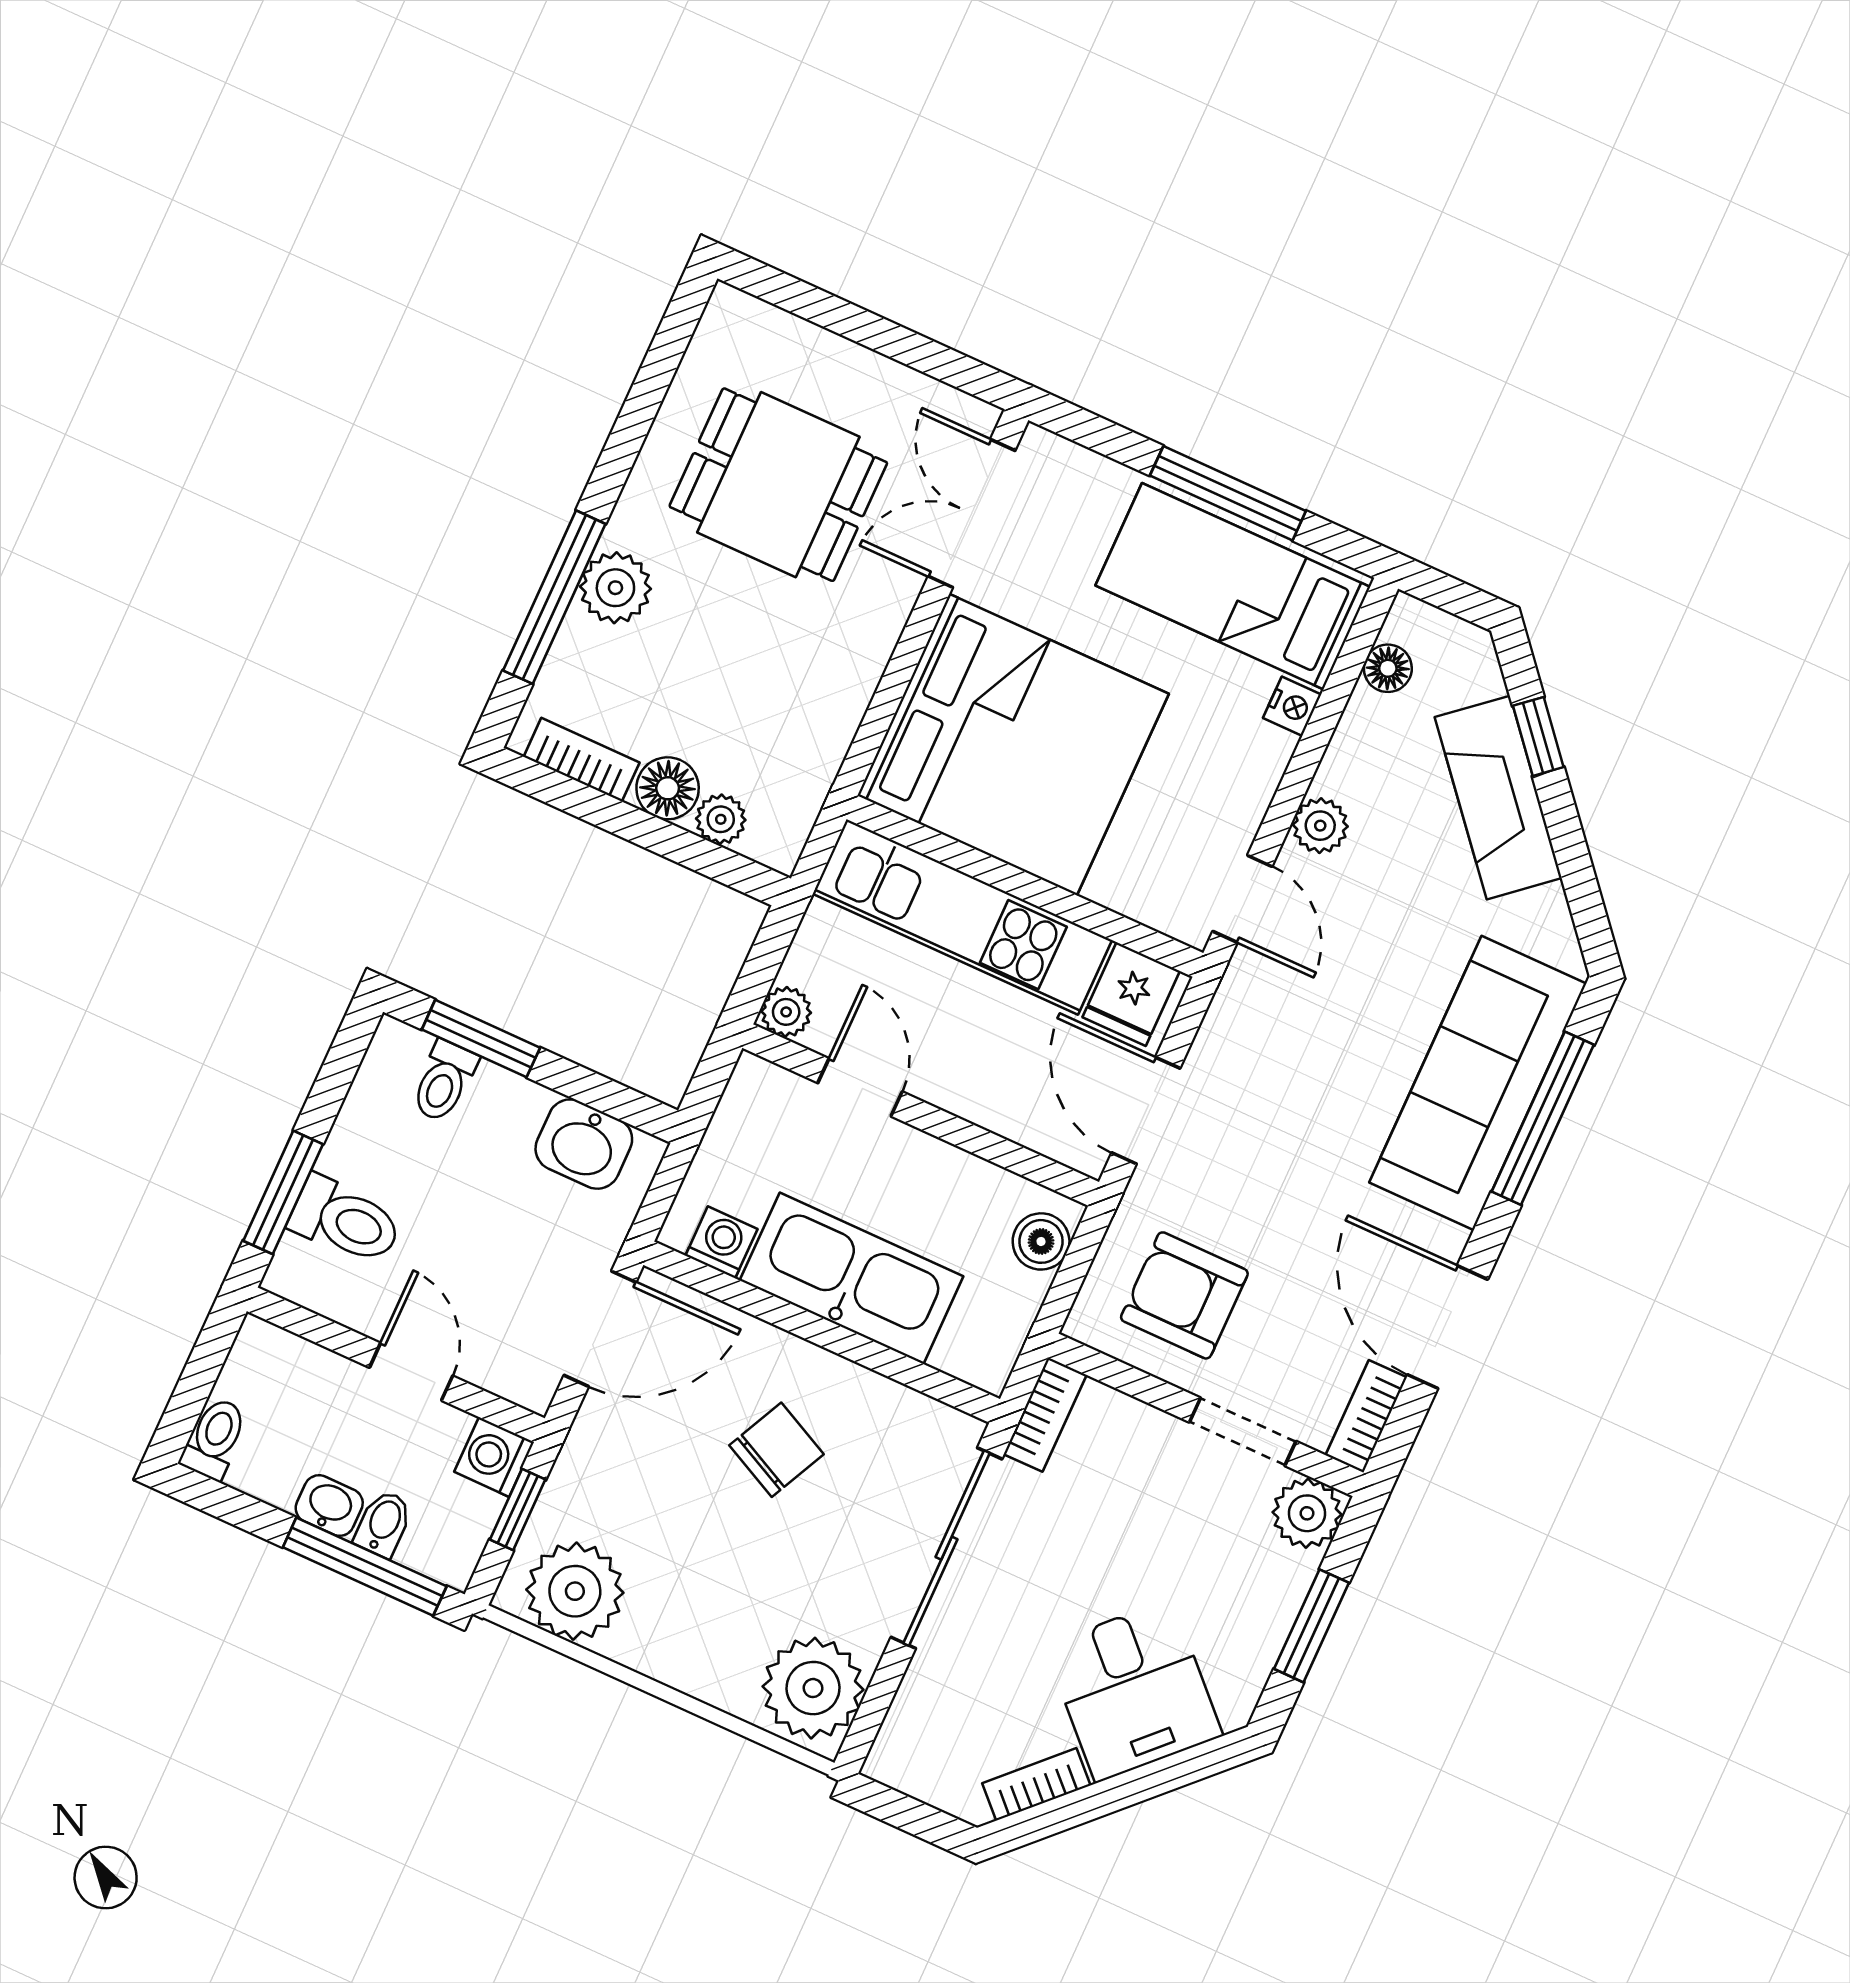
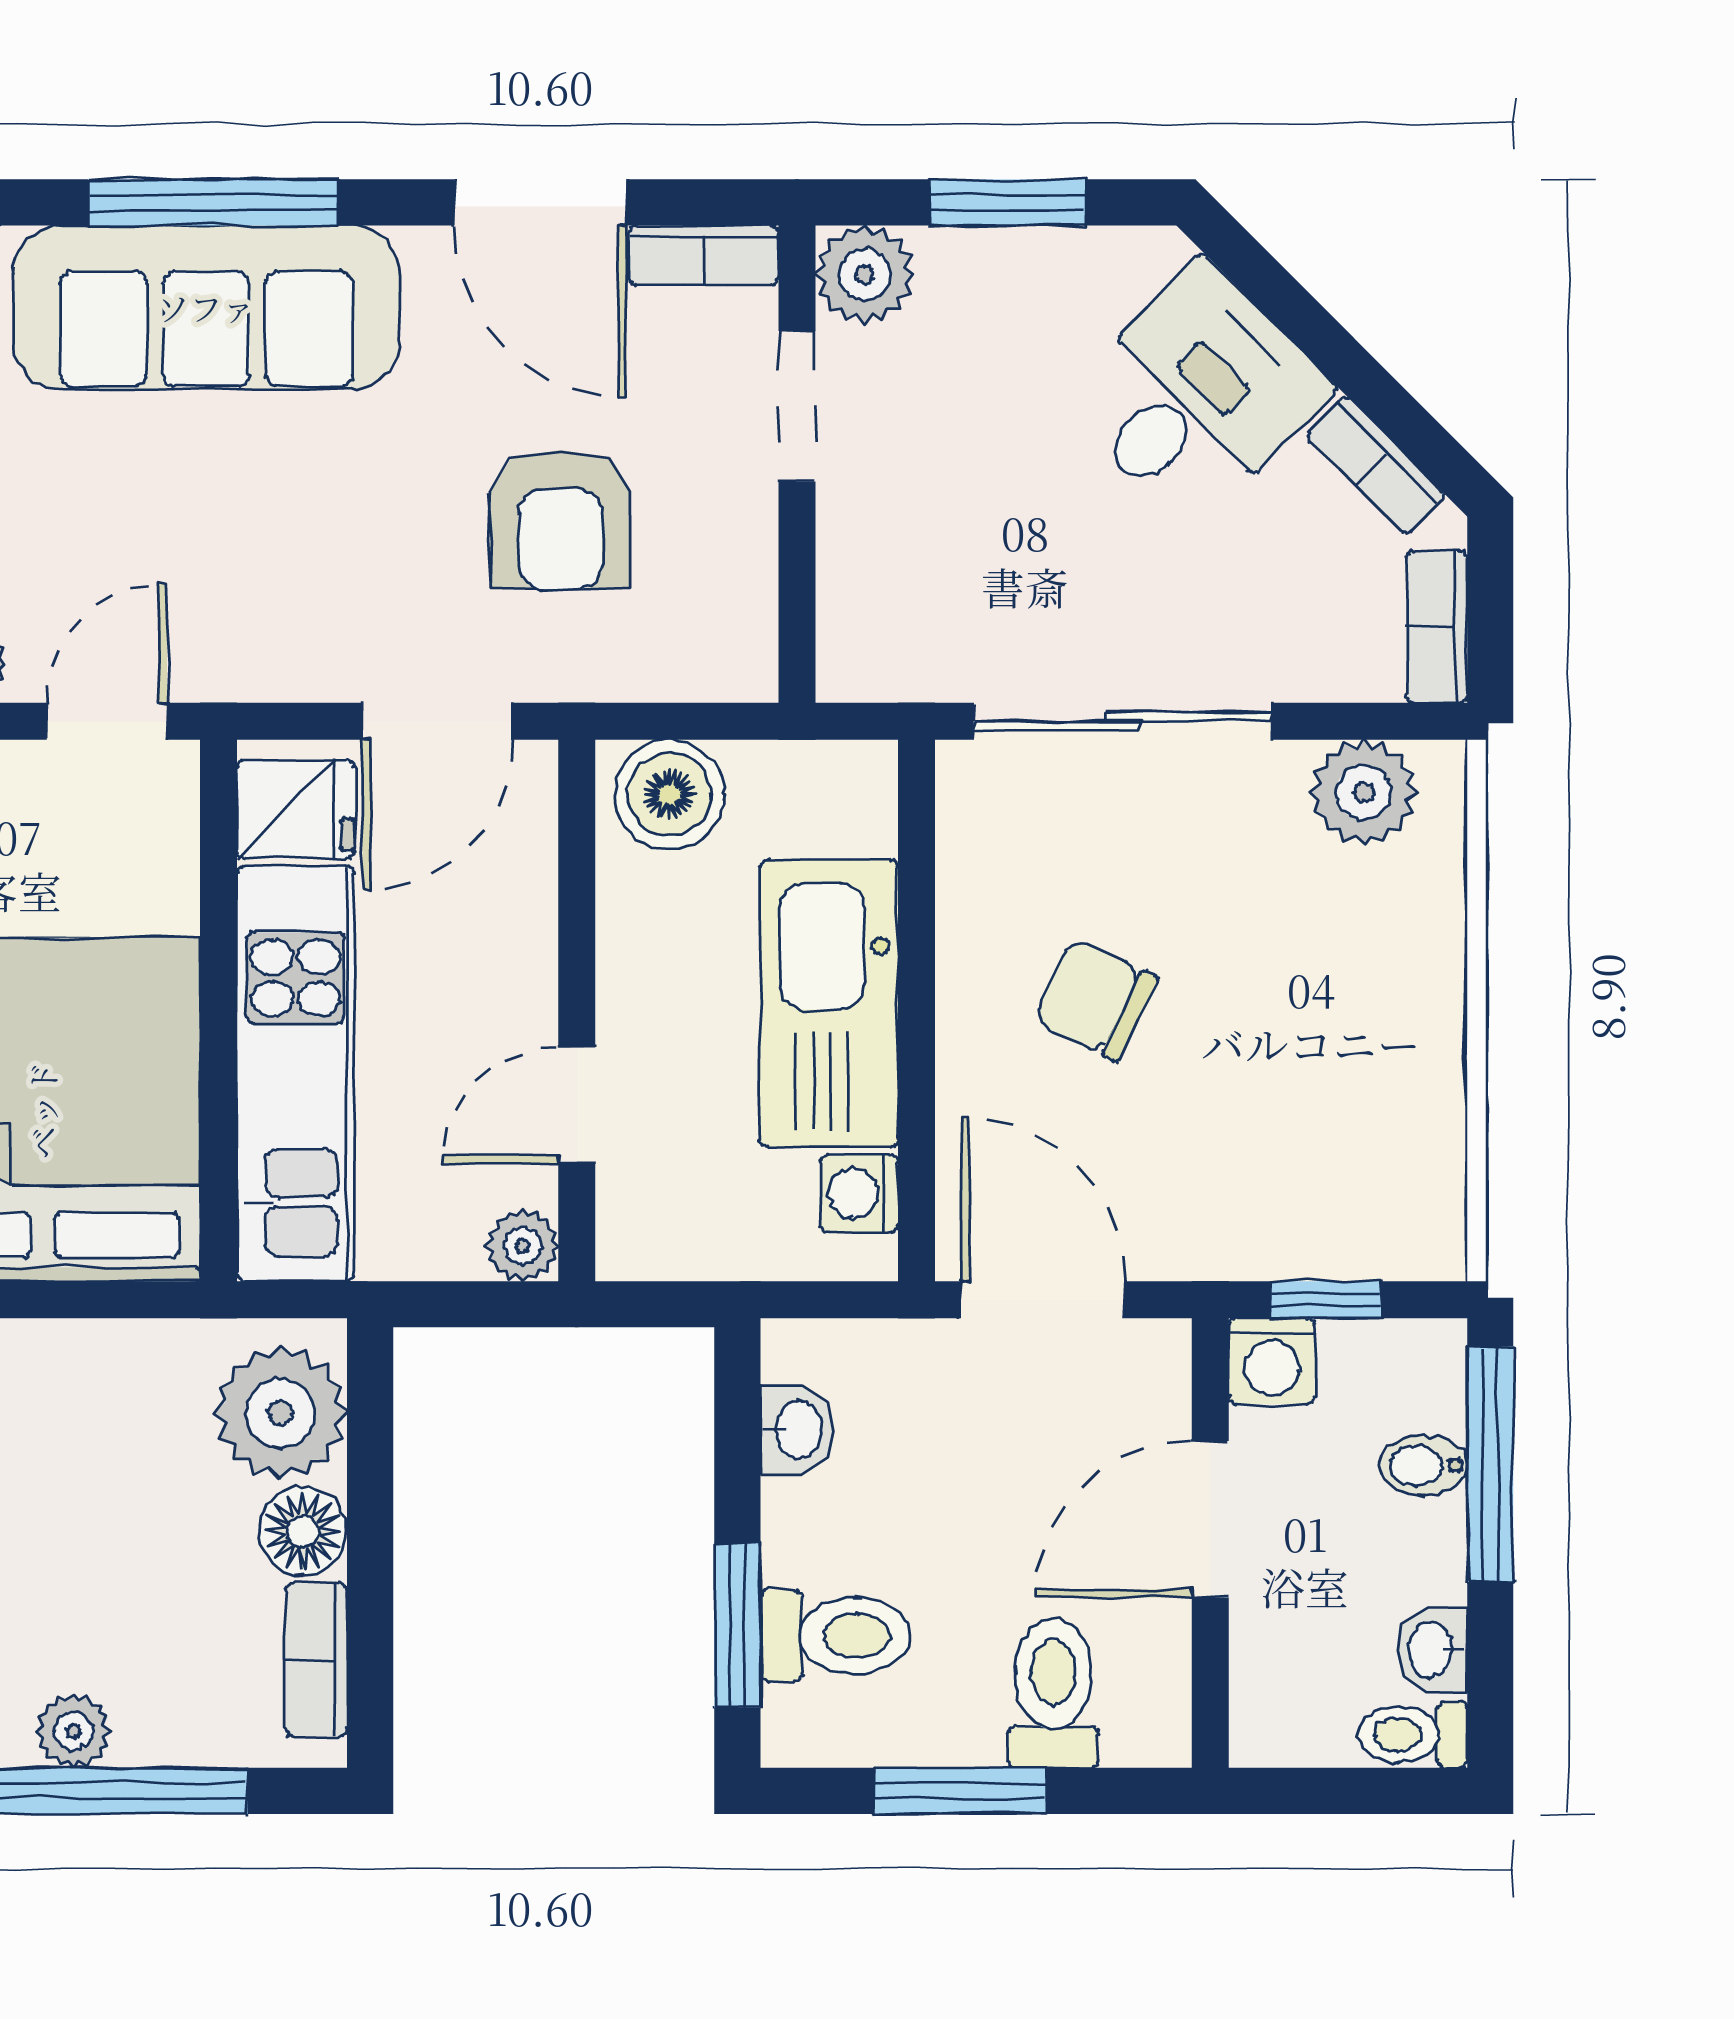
plant: (615, 588) -> (74, 1731), width x0.73, depth x0.73
plant: (721, 819) -> (280, 1413), width x1.88, depth x1.88
toilet: (444, 1081) -> (835, 1636), width x1.37, depth x1.39
washbasin: (584, 1144) -> (797, 1430), width x0.72, depth x0.69
window: (283, 1192) -> (960, 1791), moved
boiler: (1041, 1241) -> (669, 794), width x1.36, depth x1.36
armchair: (1184, 1295) -> (560, 519), moved
door: (1448, 1327) -> (540, 202), hinge flipped
door: (411, 1372) -> (1210, 1519), width x1.38
bookcase: (1045, 1415) -> (1437, 627), moved, turned -90
washbasin: (329, 1506) -> (1432, 1650), moved
plant: (575, 1591) -> (1398, 1177), removed
plant: (813, 1688) -> (1364, 792), width x0.73, depth x0.73

